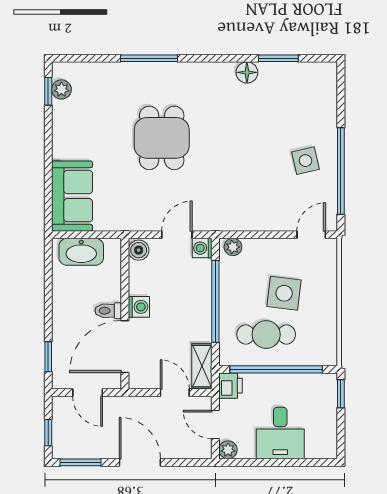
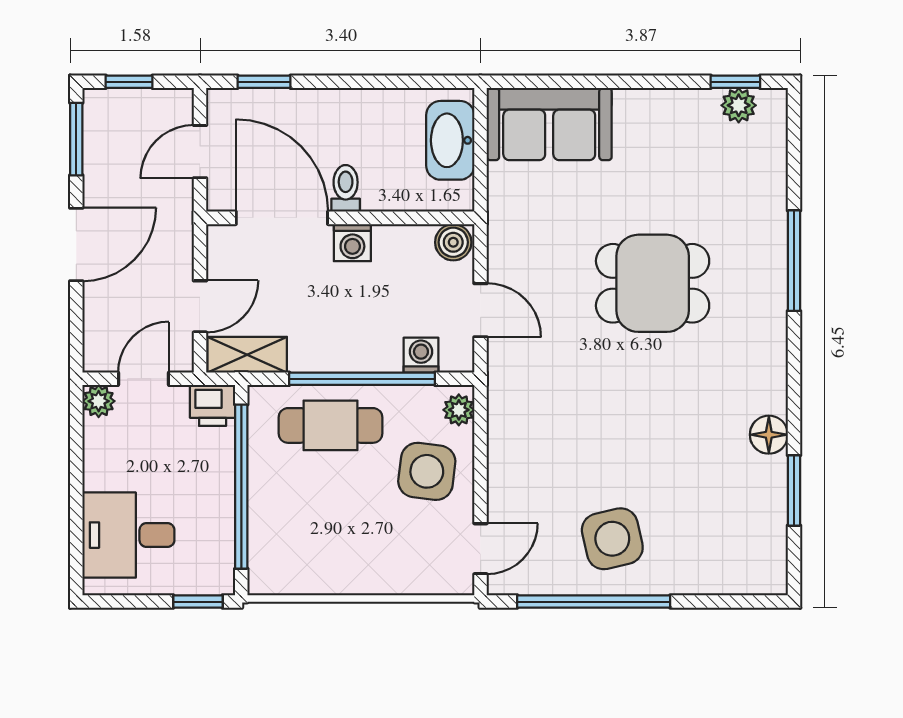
side table: (306, 161) -> (612, 539), width x1.37, depth x1.37
door: (311, 235) -> (481, 549), hinge flipped
washing machine: (202, 248) -> (421, 355), moved
side table: (284, 293) -> (427, 471), moved
cafe table: (266, 335) -> (330, 425), moved, turned 90
desk: (280, 433) -> (128, 535), moved

